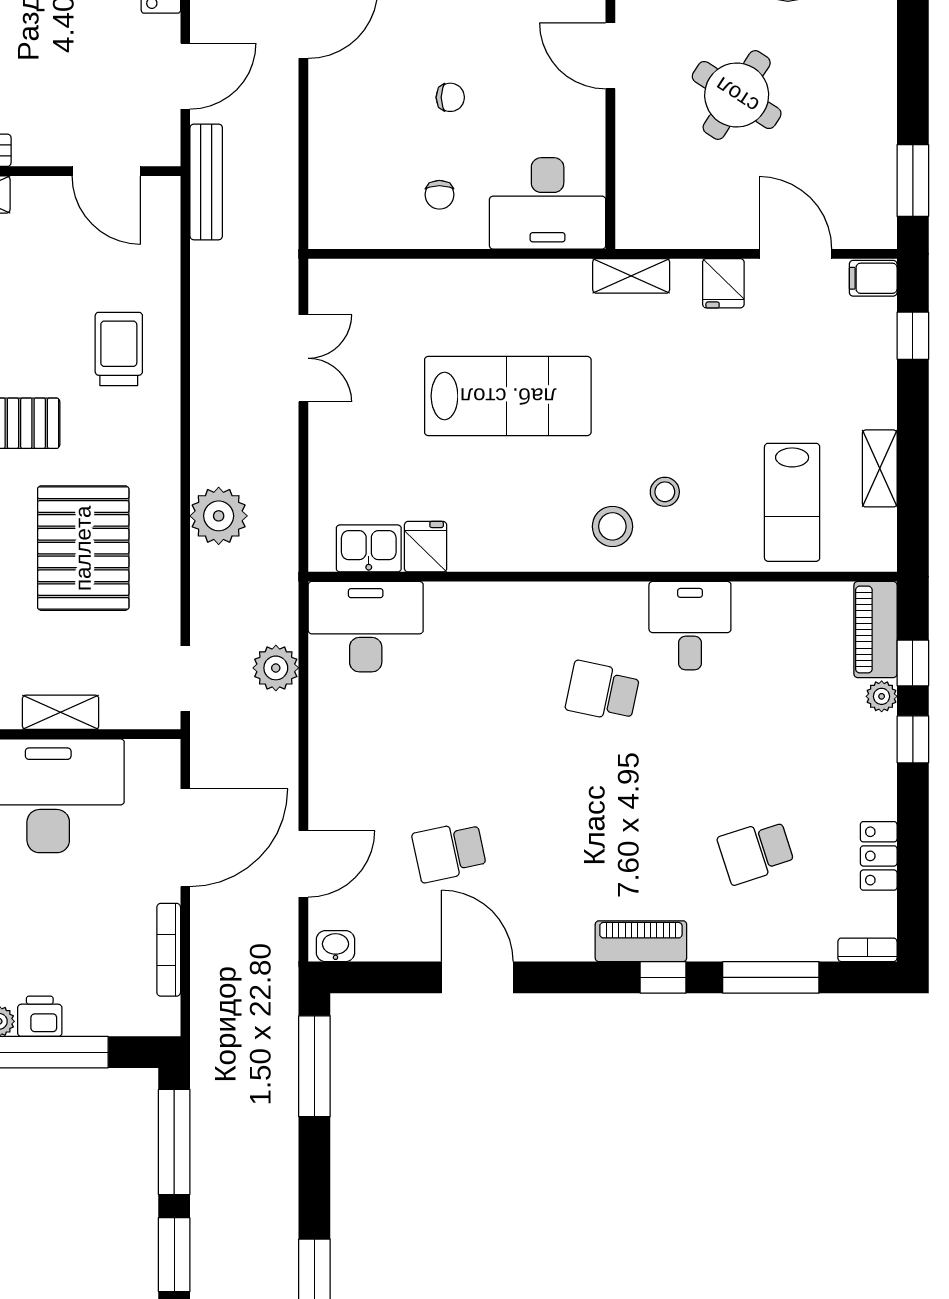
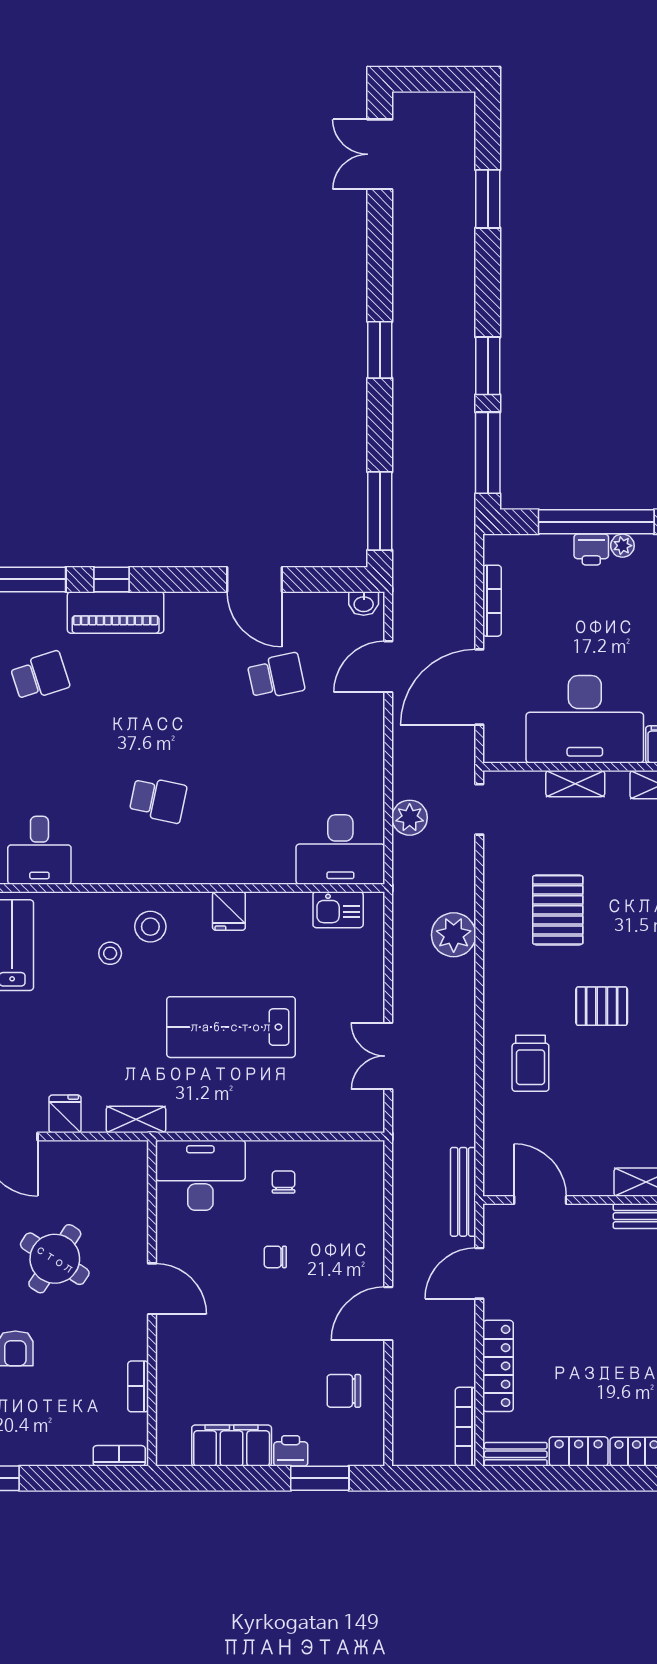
fridge: (426, 547) -> (229, 911), moved
pallet: (83, 548) -> (558, 910), width x0.73, depth x0.71
desk: (690, 626) -> (39, 850), moved
piano: (641, 941) -> (116, 612), width x1.37, depth x1.33

